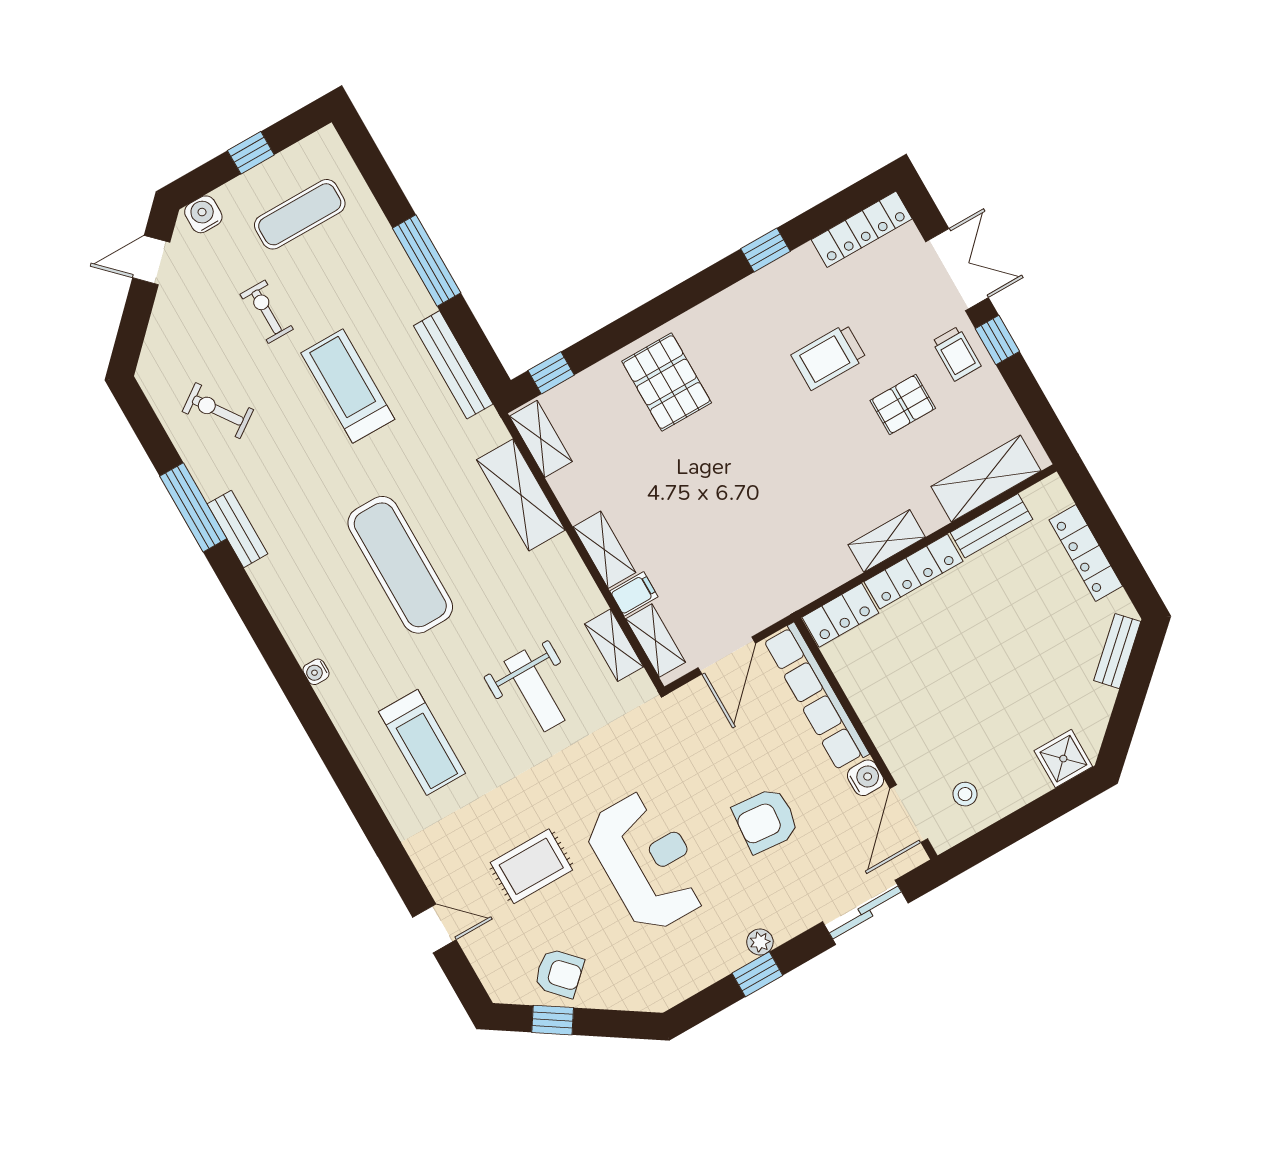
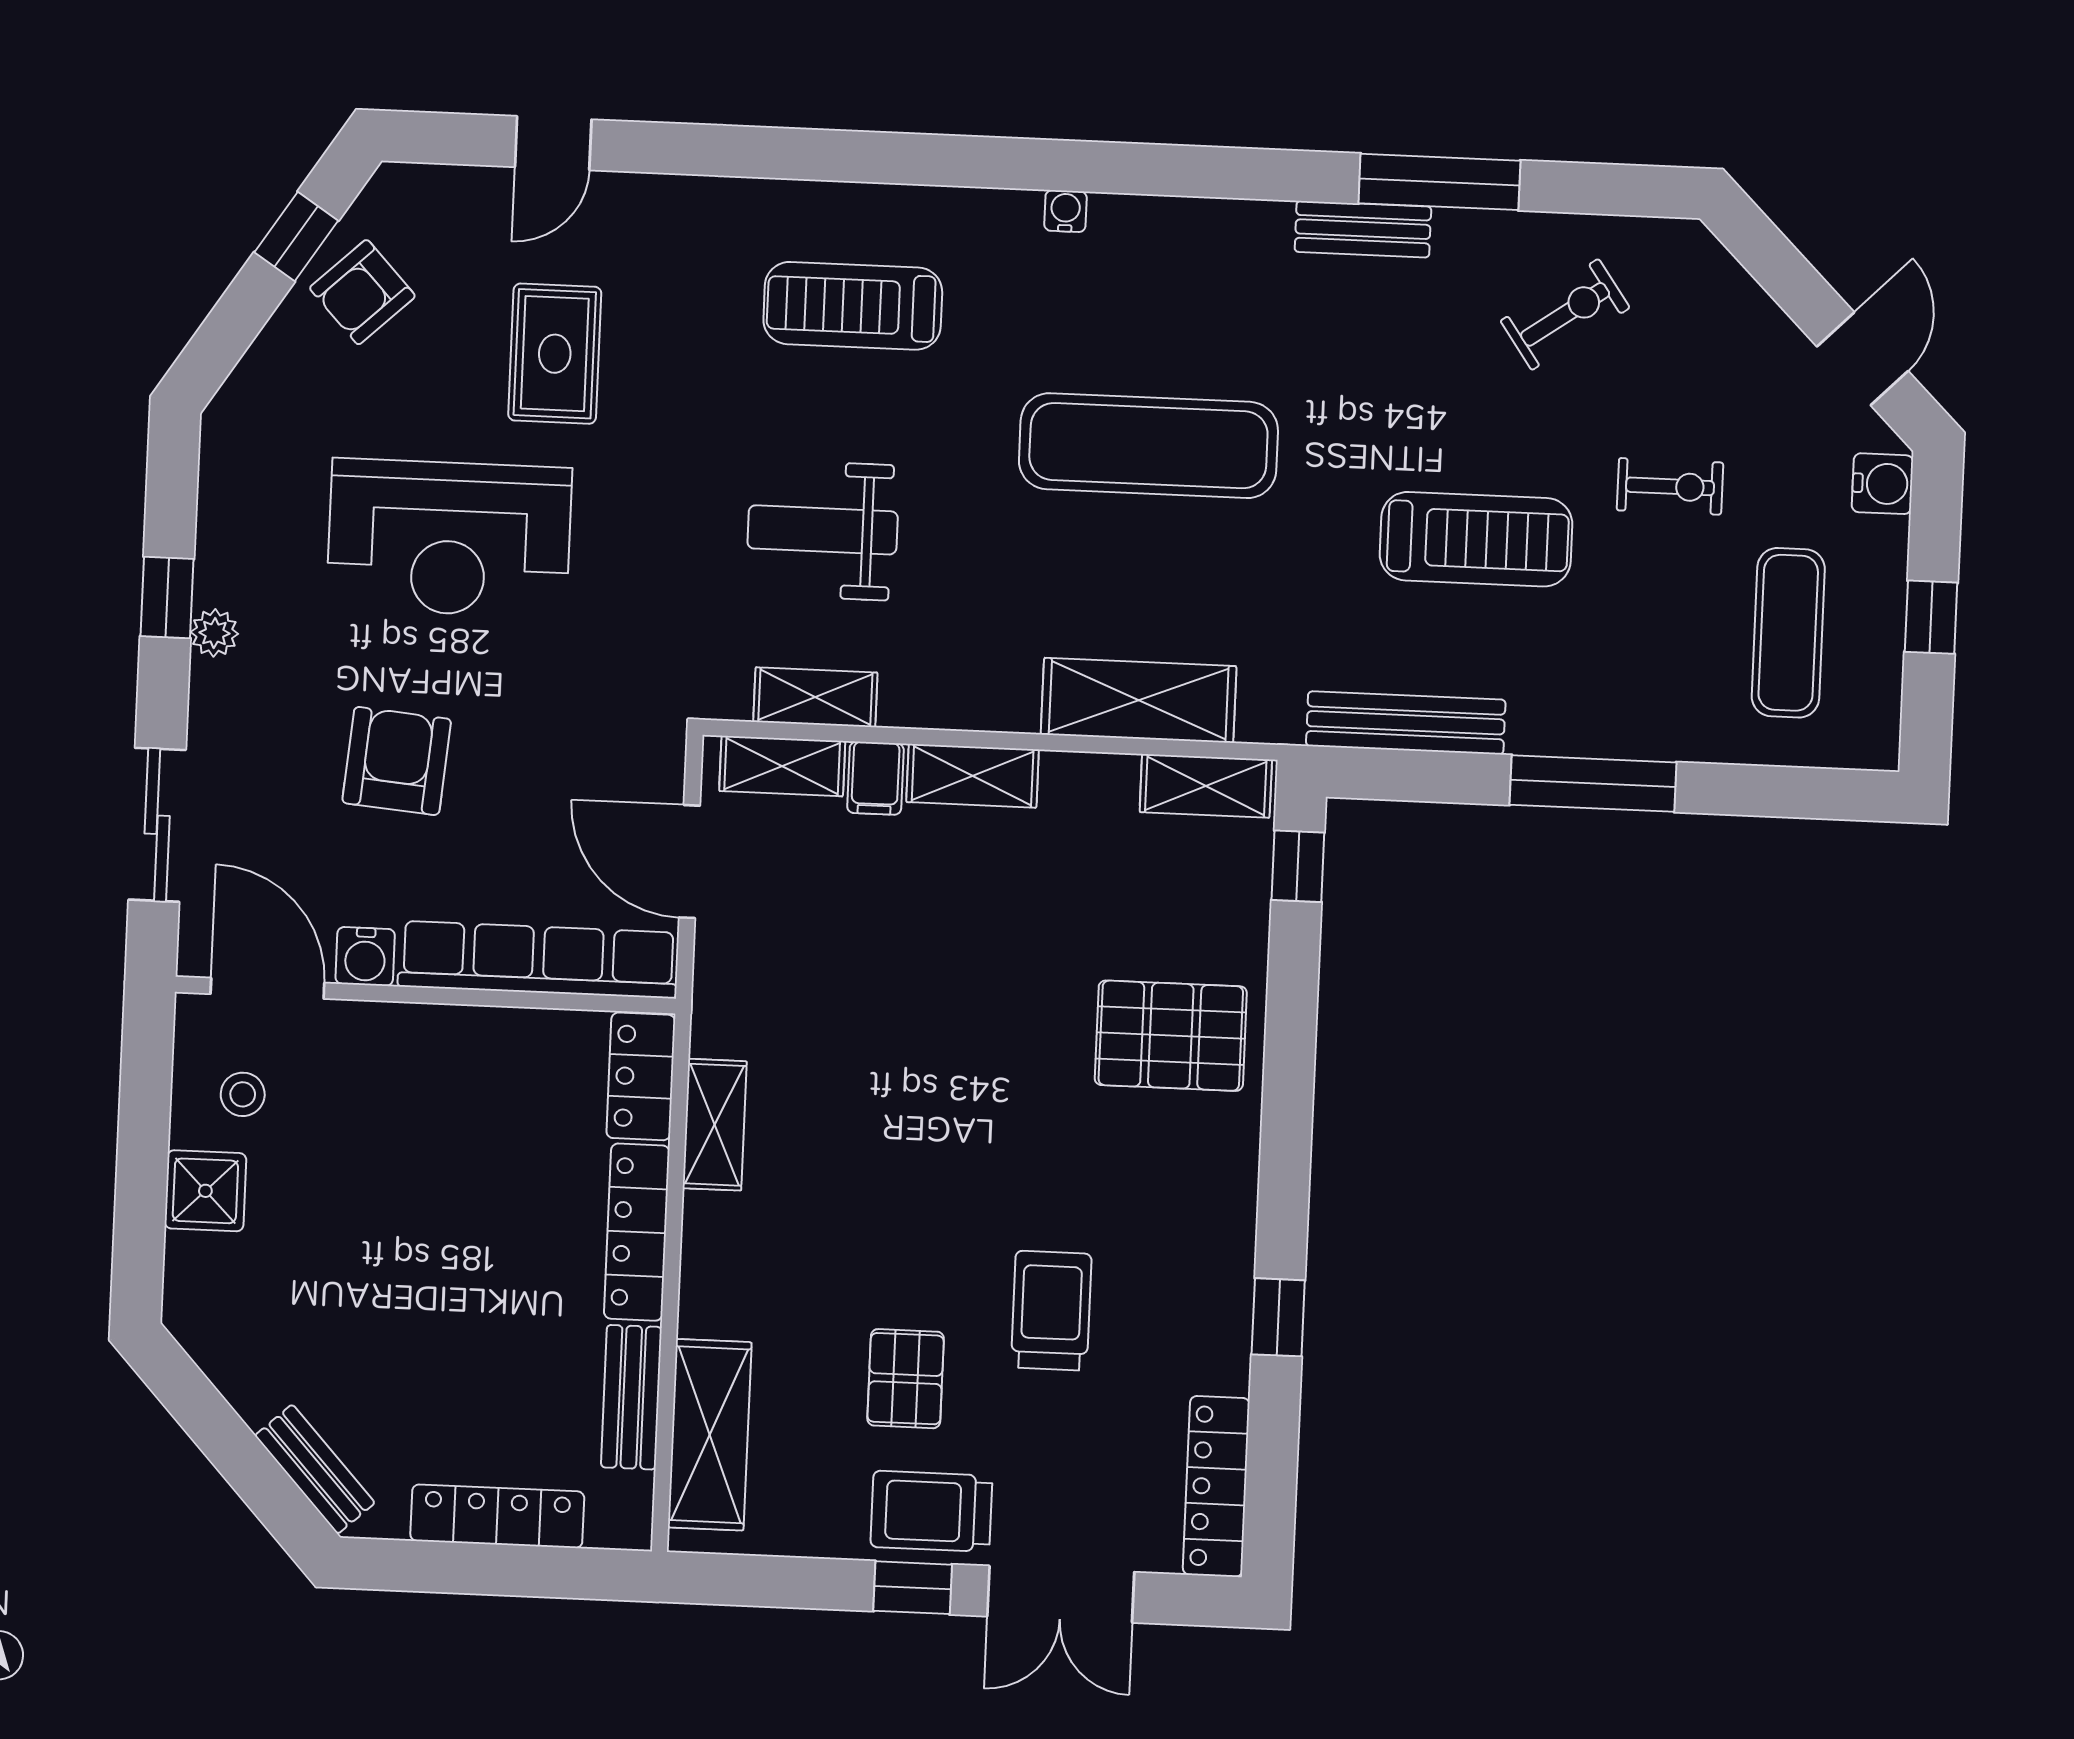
trolley: (956, 354) -> (931, 1511), width x1.36, depth x1.39
shelving: (887, 541) -> (715, 1125), moved
shower: (1063, 759) -> (205, 1191), moved

